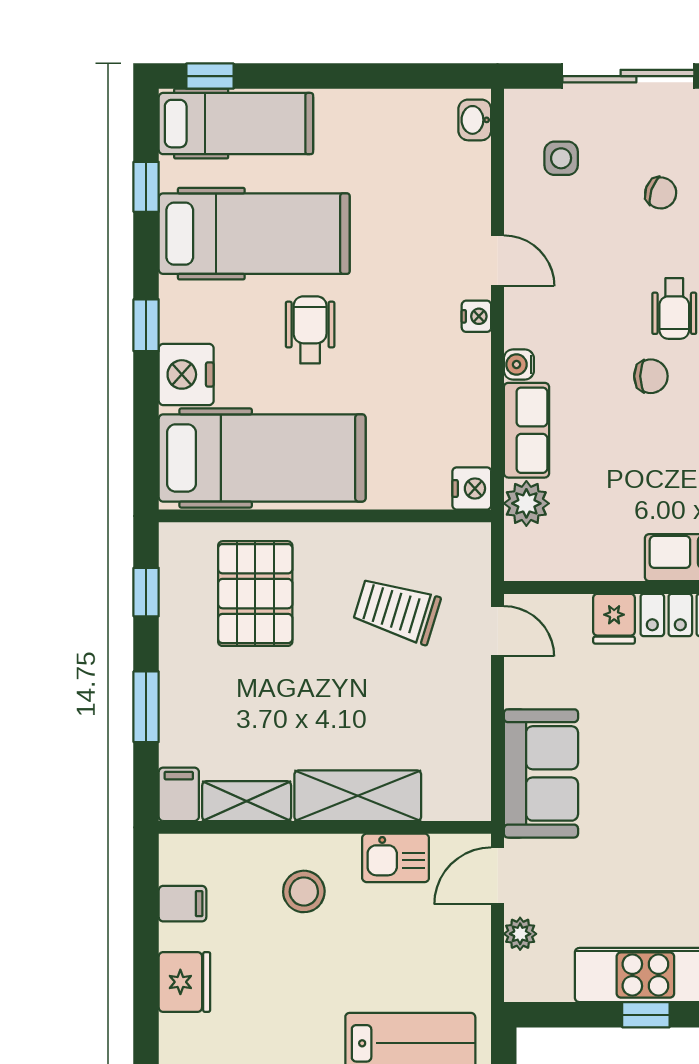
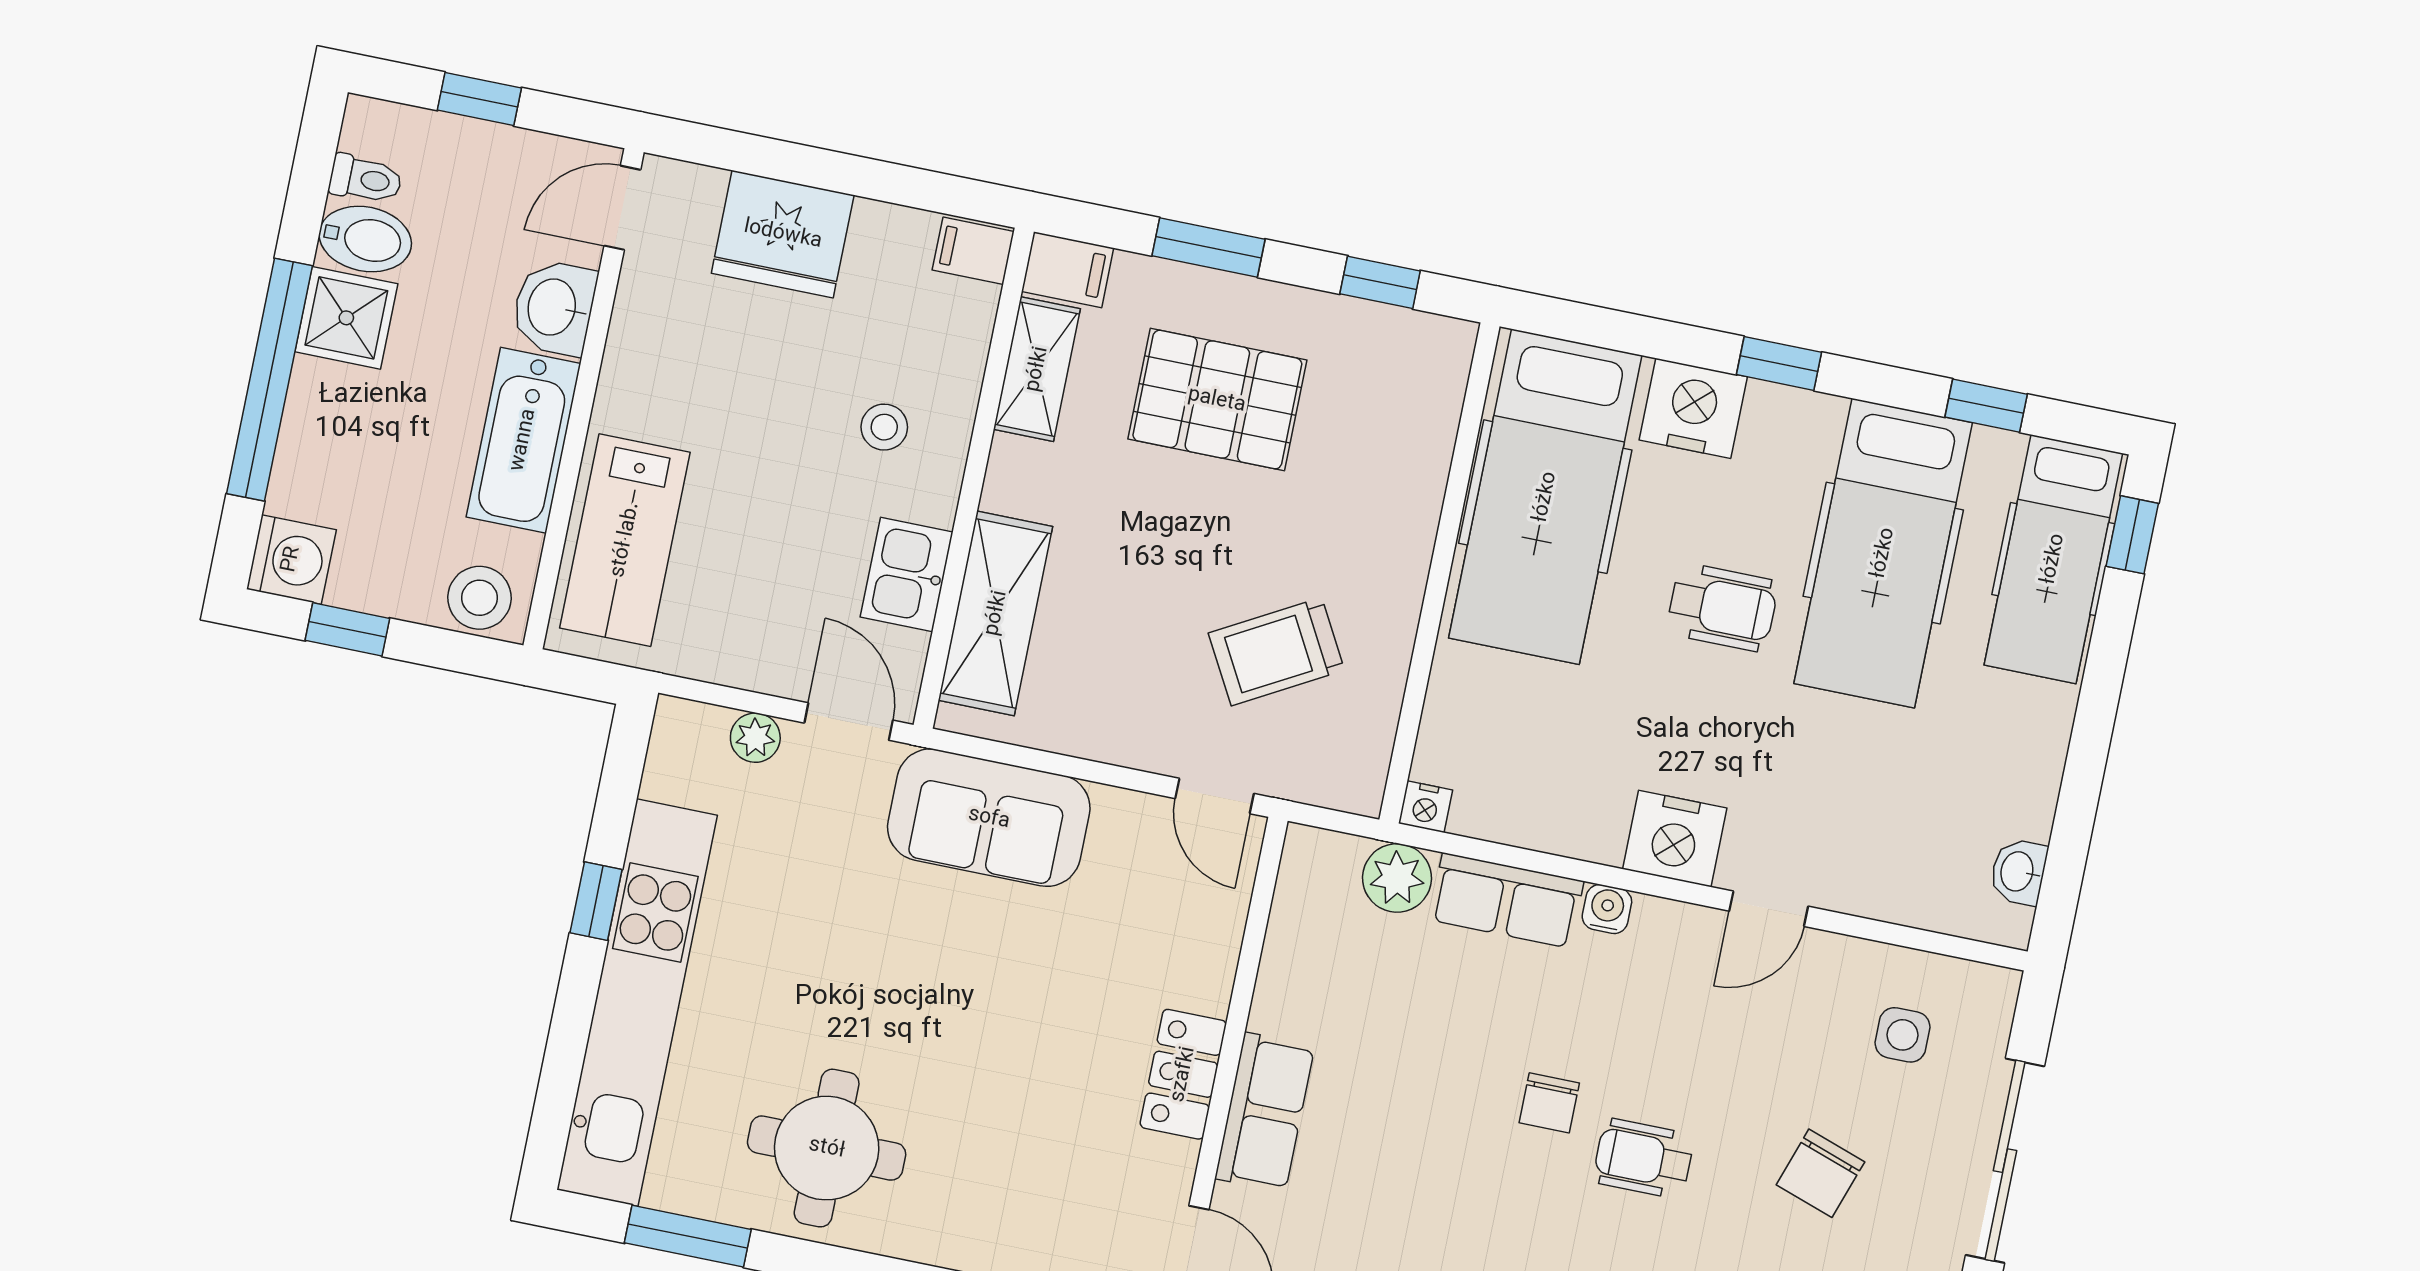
washbasin: (475, 120) -> (2018, 872), moved, turned -90
chair: (661, 193) -> (1820, 1173), width x1.37, depth x1.37
nightstand: (476, 316) -> (1675, 839), width x1.89, depth x1.79
nightstand: (472, 488) -> (1425, 807), width x0.72, depth x0.74
pallet: (255, 594) -> (1217, 400), moved
trolley: (397, 610) -> (1276, 652), turned -136
fridge: (614, 619) -> (1198, 974), removed
door: (498, 631) -> (1214, 796), hinge flipped
shelving: (358, 796) -> (996, 613), moved
stool: (304, 891) -> (884, 427), width x0.73, depth x0.73
filing cabinet: (183, 904) -> (973, 251), moved, turned 90
fridge: (184, 982) -> (783, 234), width x1.36, depth x1.34

